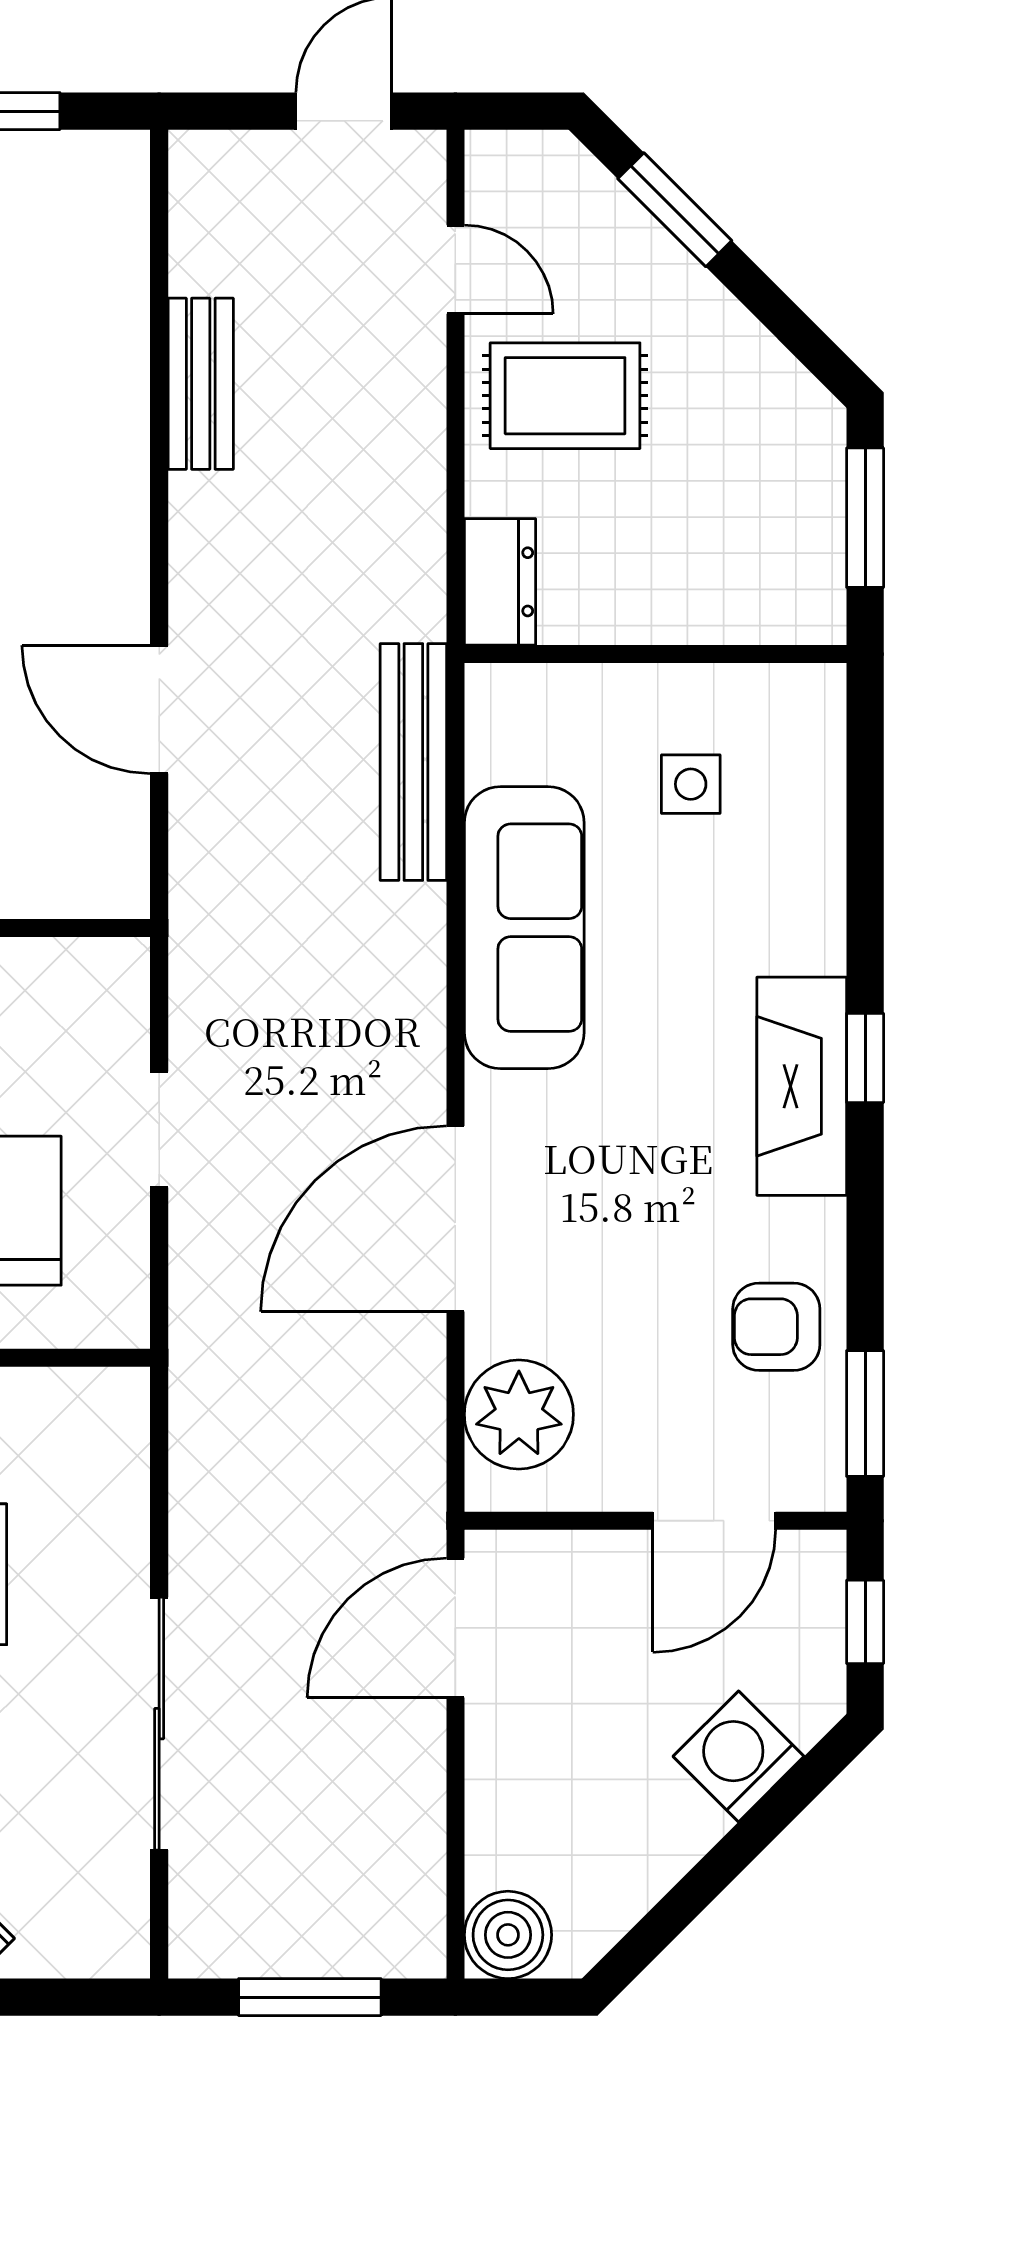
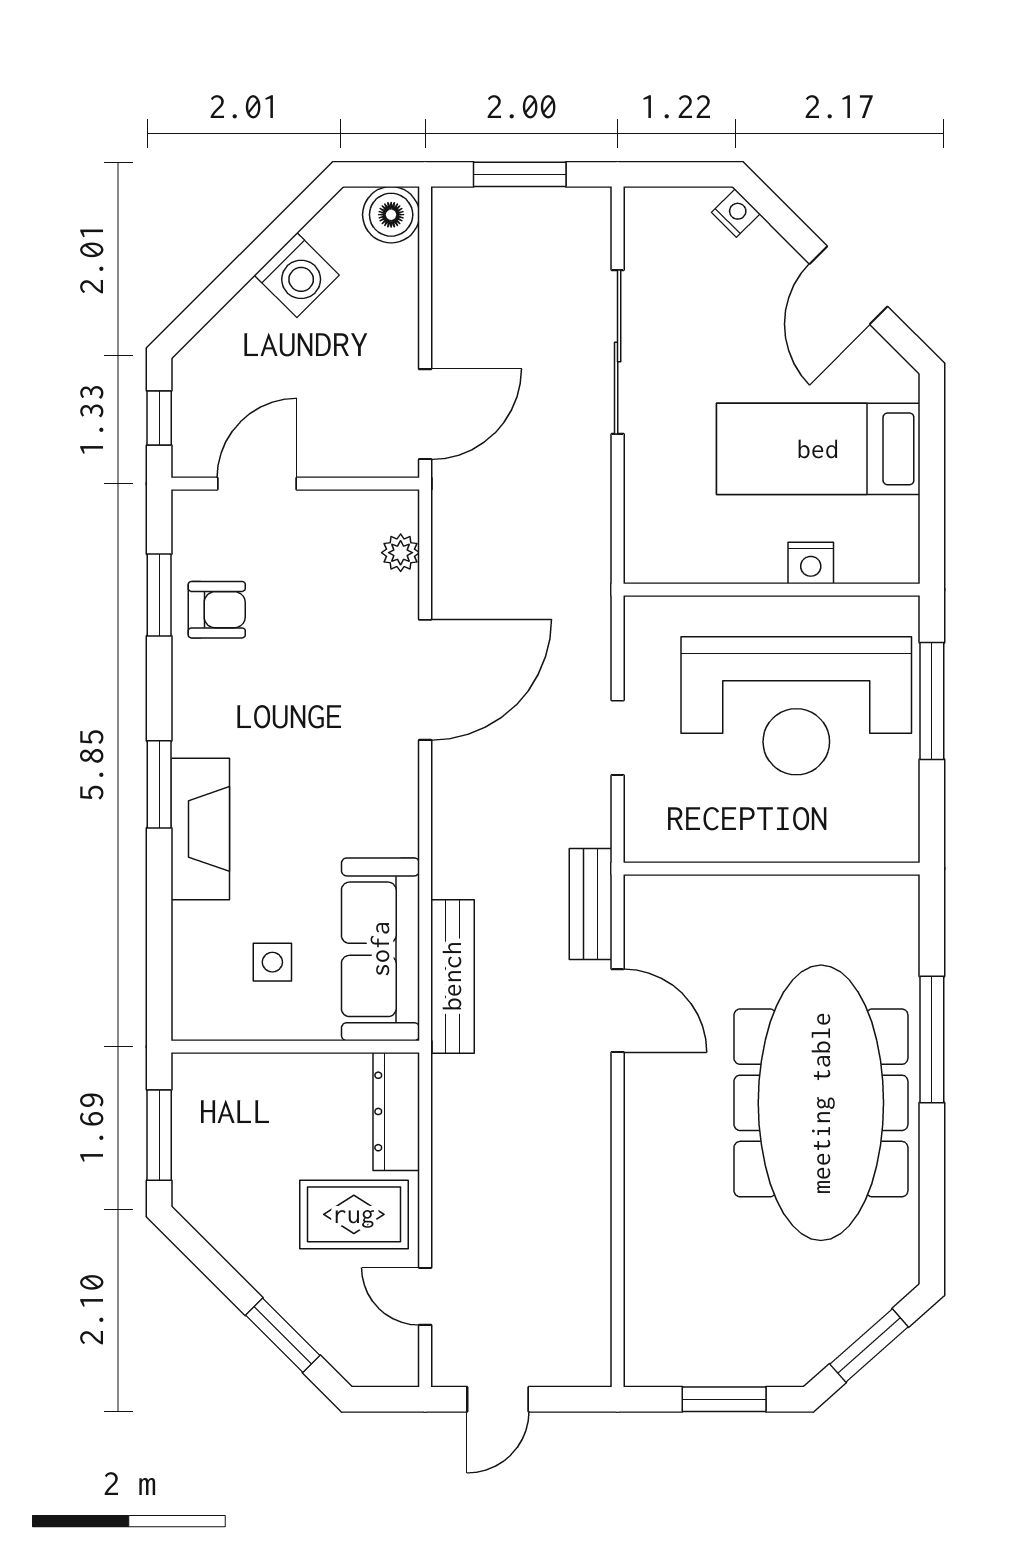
bench: (201, 384) -> (591, 904), moved
dresser: (500, 582) -> (396, 1111), width x1.44
sofa: (524, 928) -> (380, 949), moved
window: (865, 1058) -> (159, 784), width x1.50
fireplace: (802, 1086) -> (200, 829), moved
plant: (519, 1414) -> (401, 553), width x0.53, depth x0.53
window: (865, 1414) -> (159, 595), moved
washing machine: (739, 1756) -> (297, 275), moved

